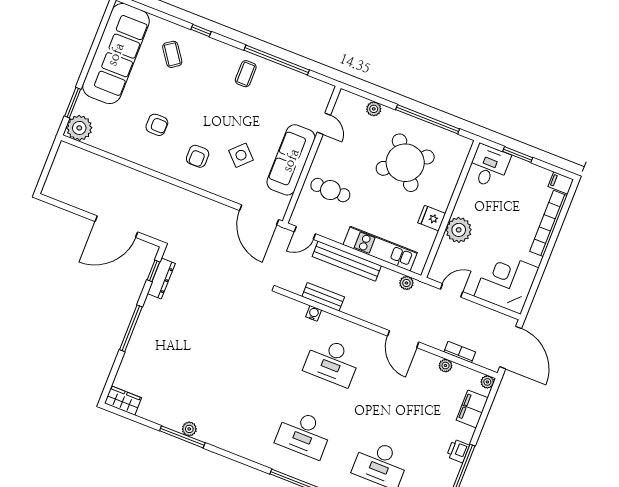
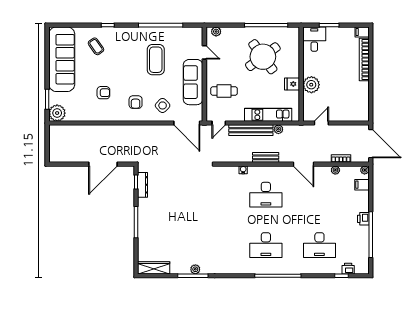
coffee table: (246, 74) -> (156, 60), moved, width x1.86, depth x1.72
plant: (374, 109) -> (216, 32), moved
side table: (241, 155) -> (163, 105), moved
corner desk: (507, 282) -> (353, 105), removed
plant: (406, 283) -> (278, 129), moved
bench: (323, 297) -> (266, 157), moved
wardrobe: (123, 401) -> (154, 268), width x1.50
filing cabinet: (472, 409) -> (362, 185), width x0.50

